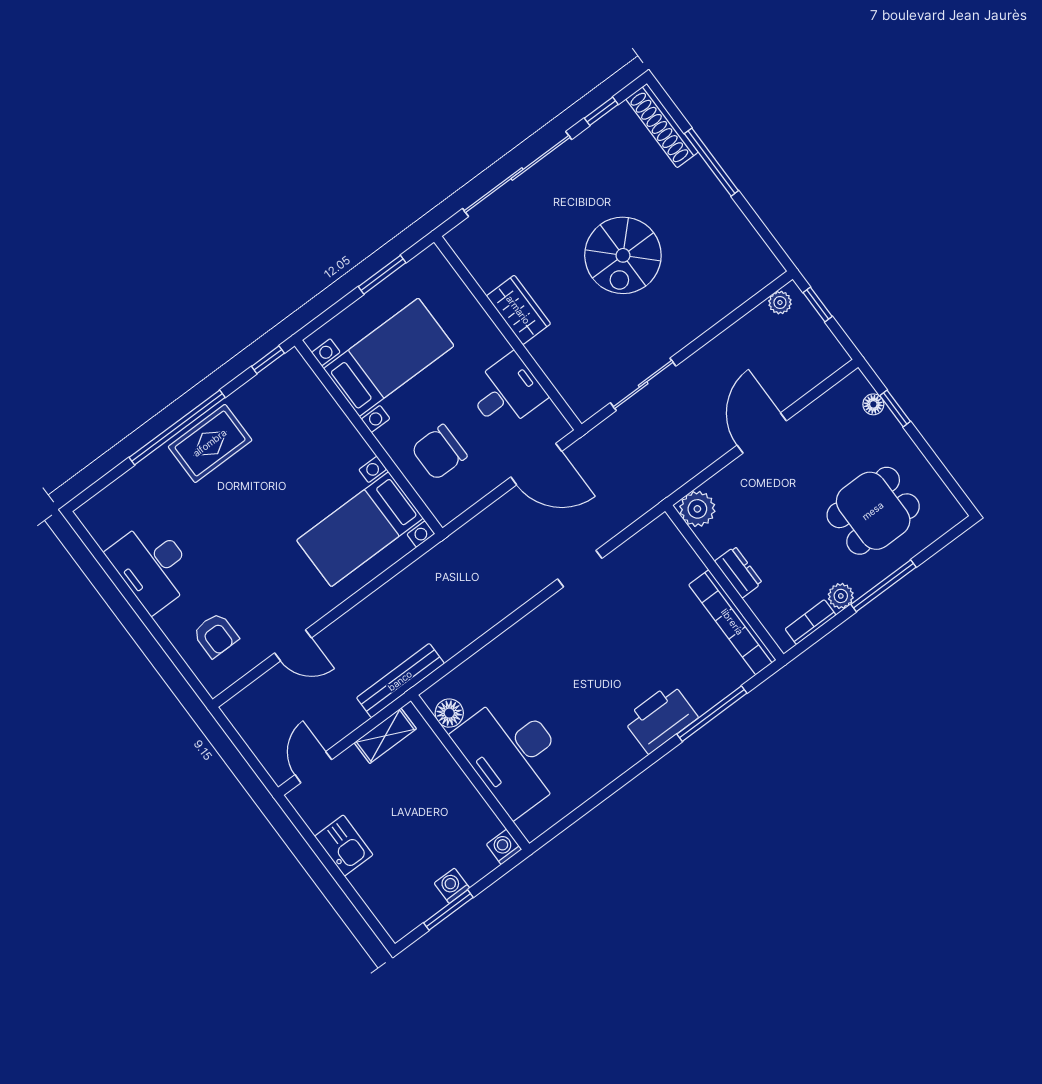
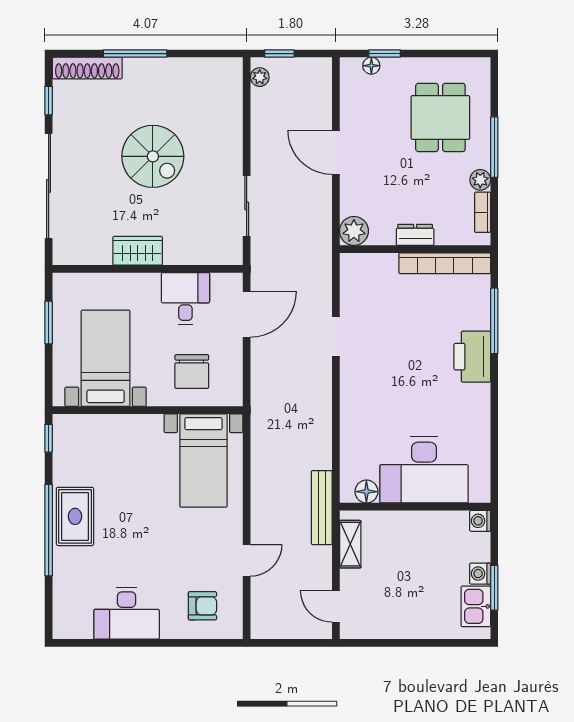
kitchen sink: (344, 846) -> (476, 606), moved, turned -90

